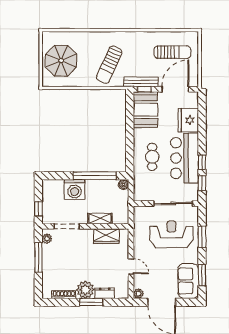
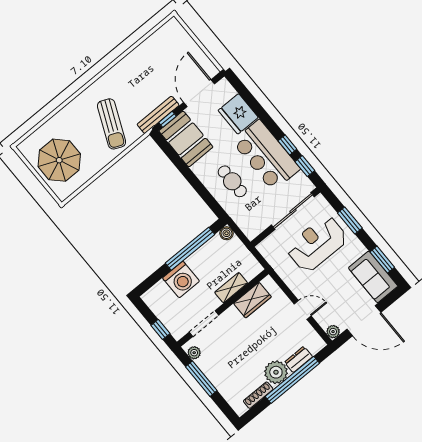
sun lounger: (172, 52) -> (165, 58), removed
window: (91, 302) -> (292, 380), width x2.11

